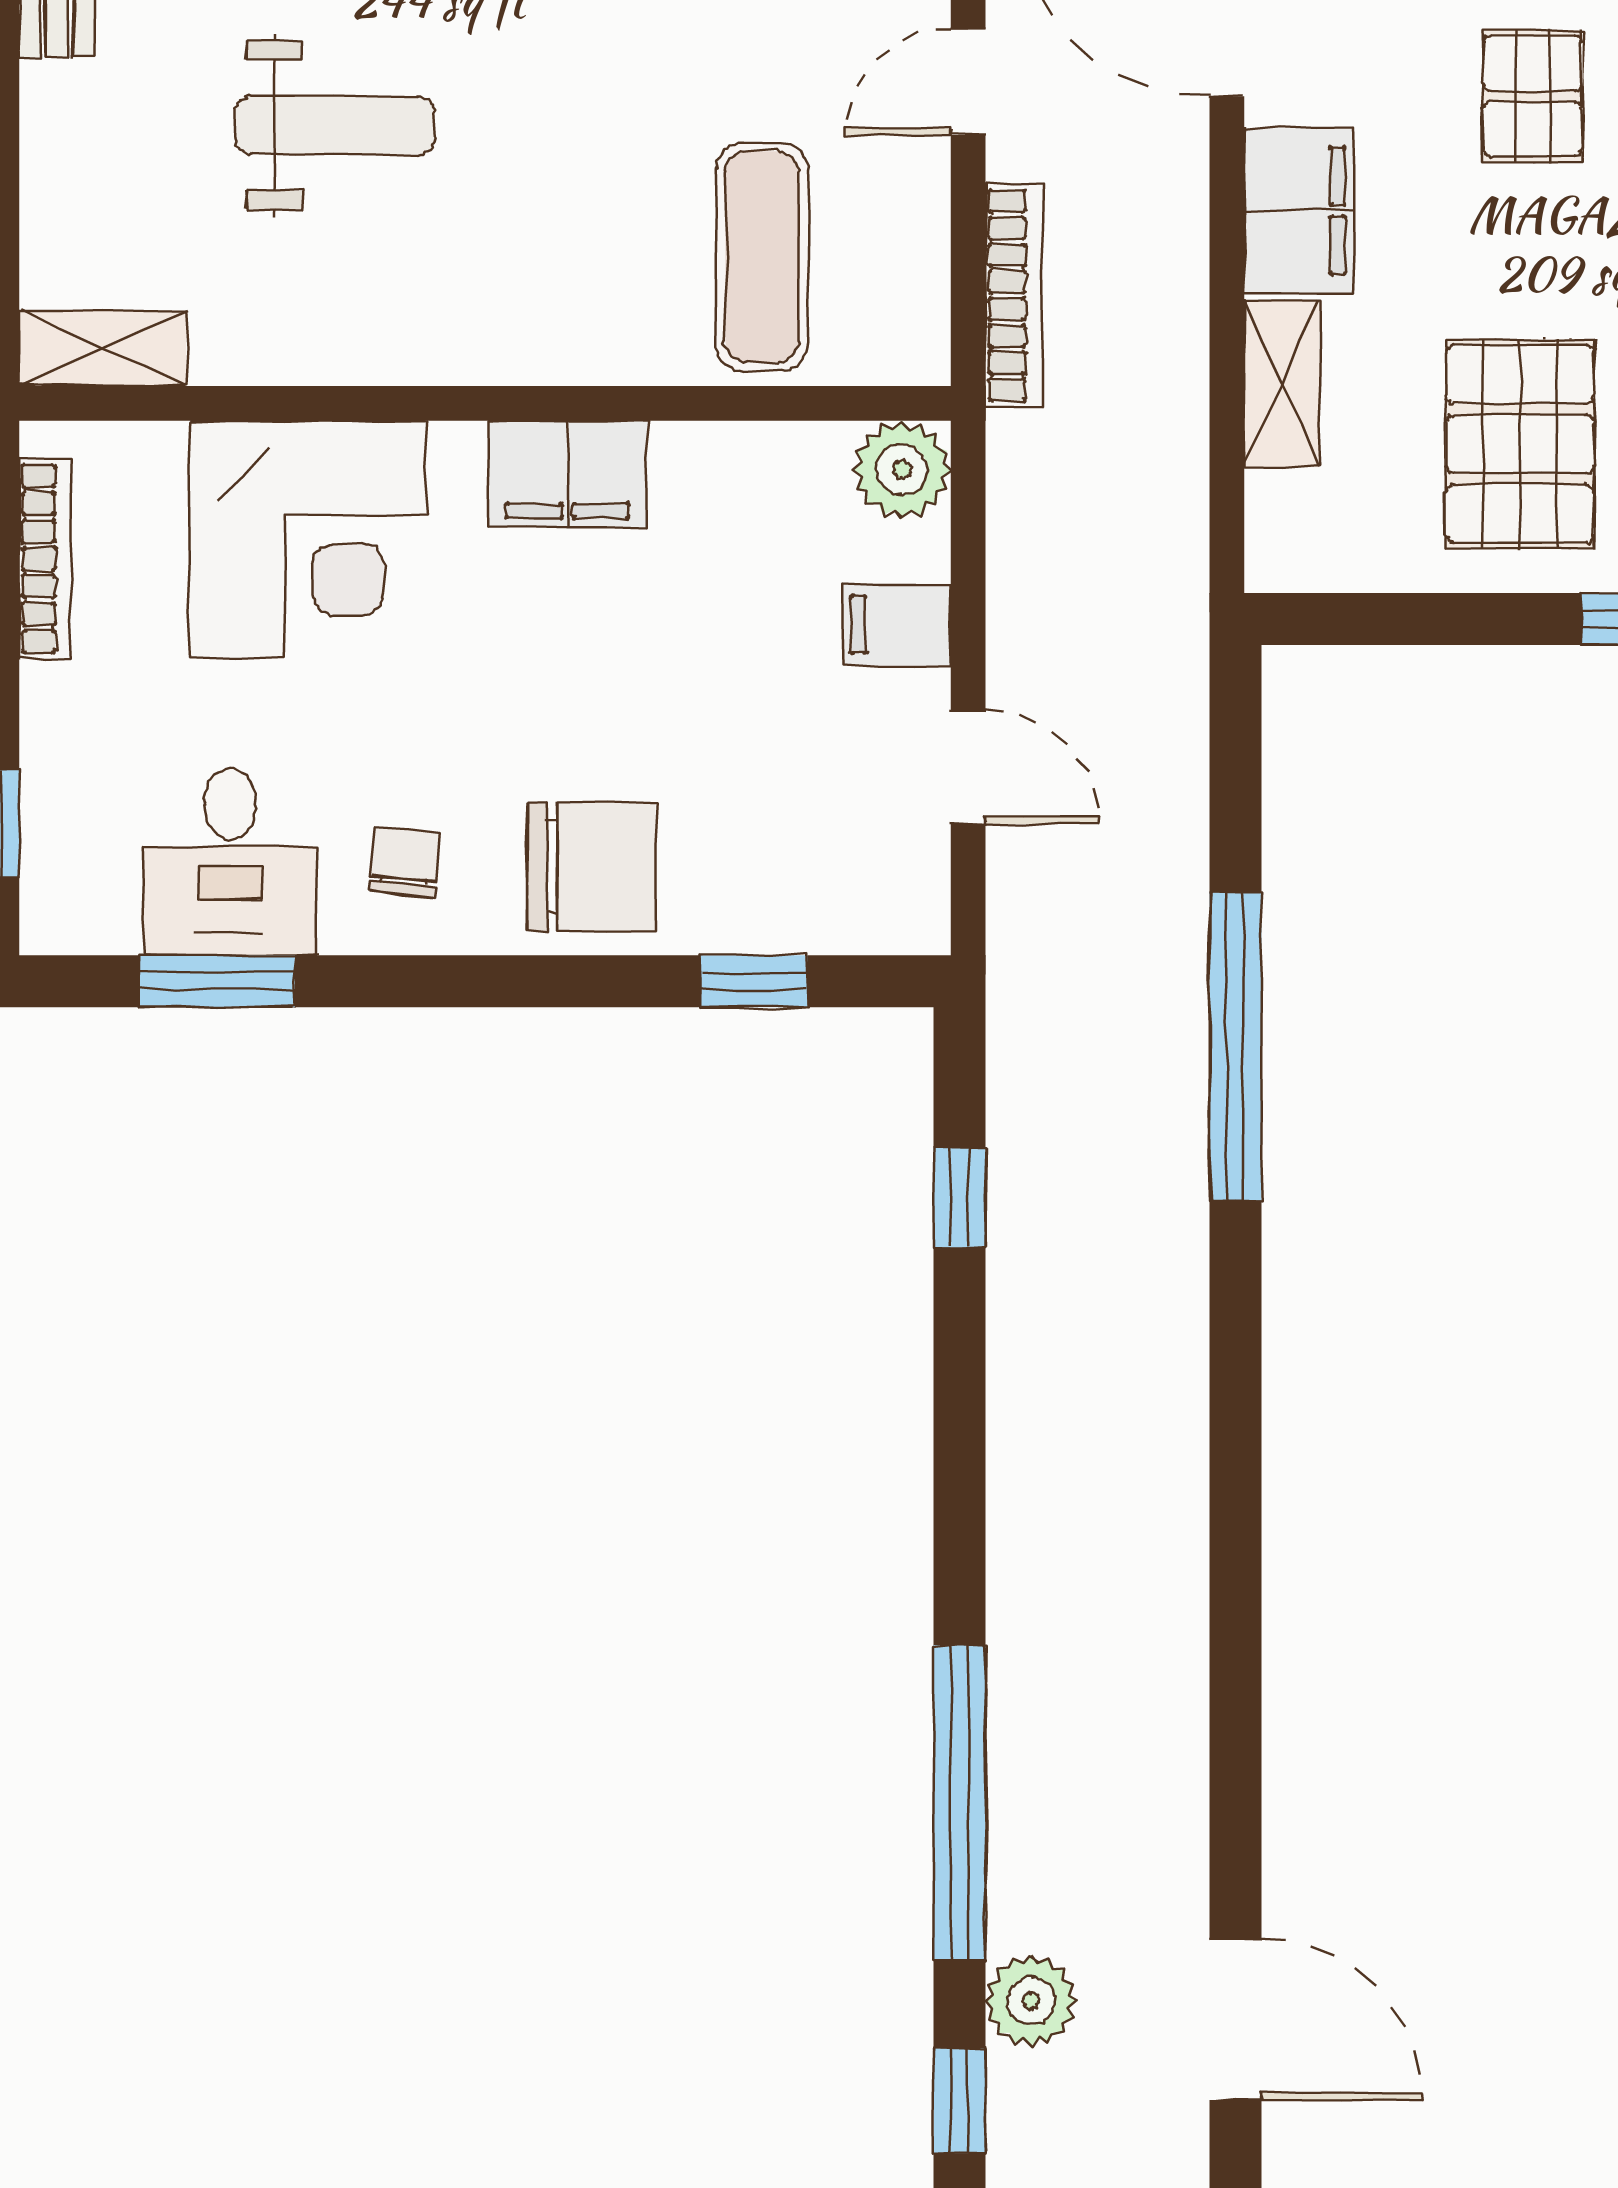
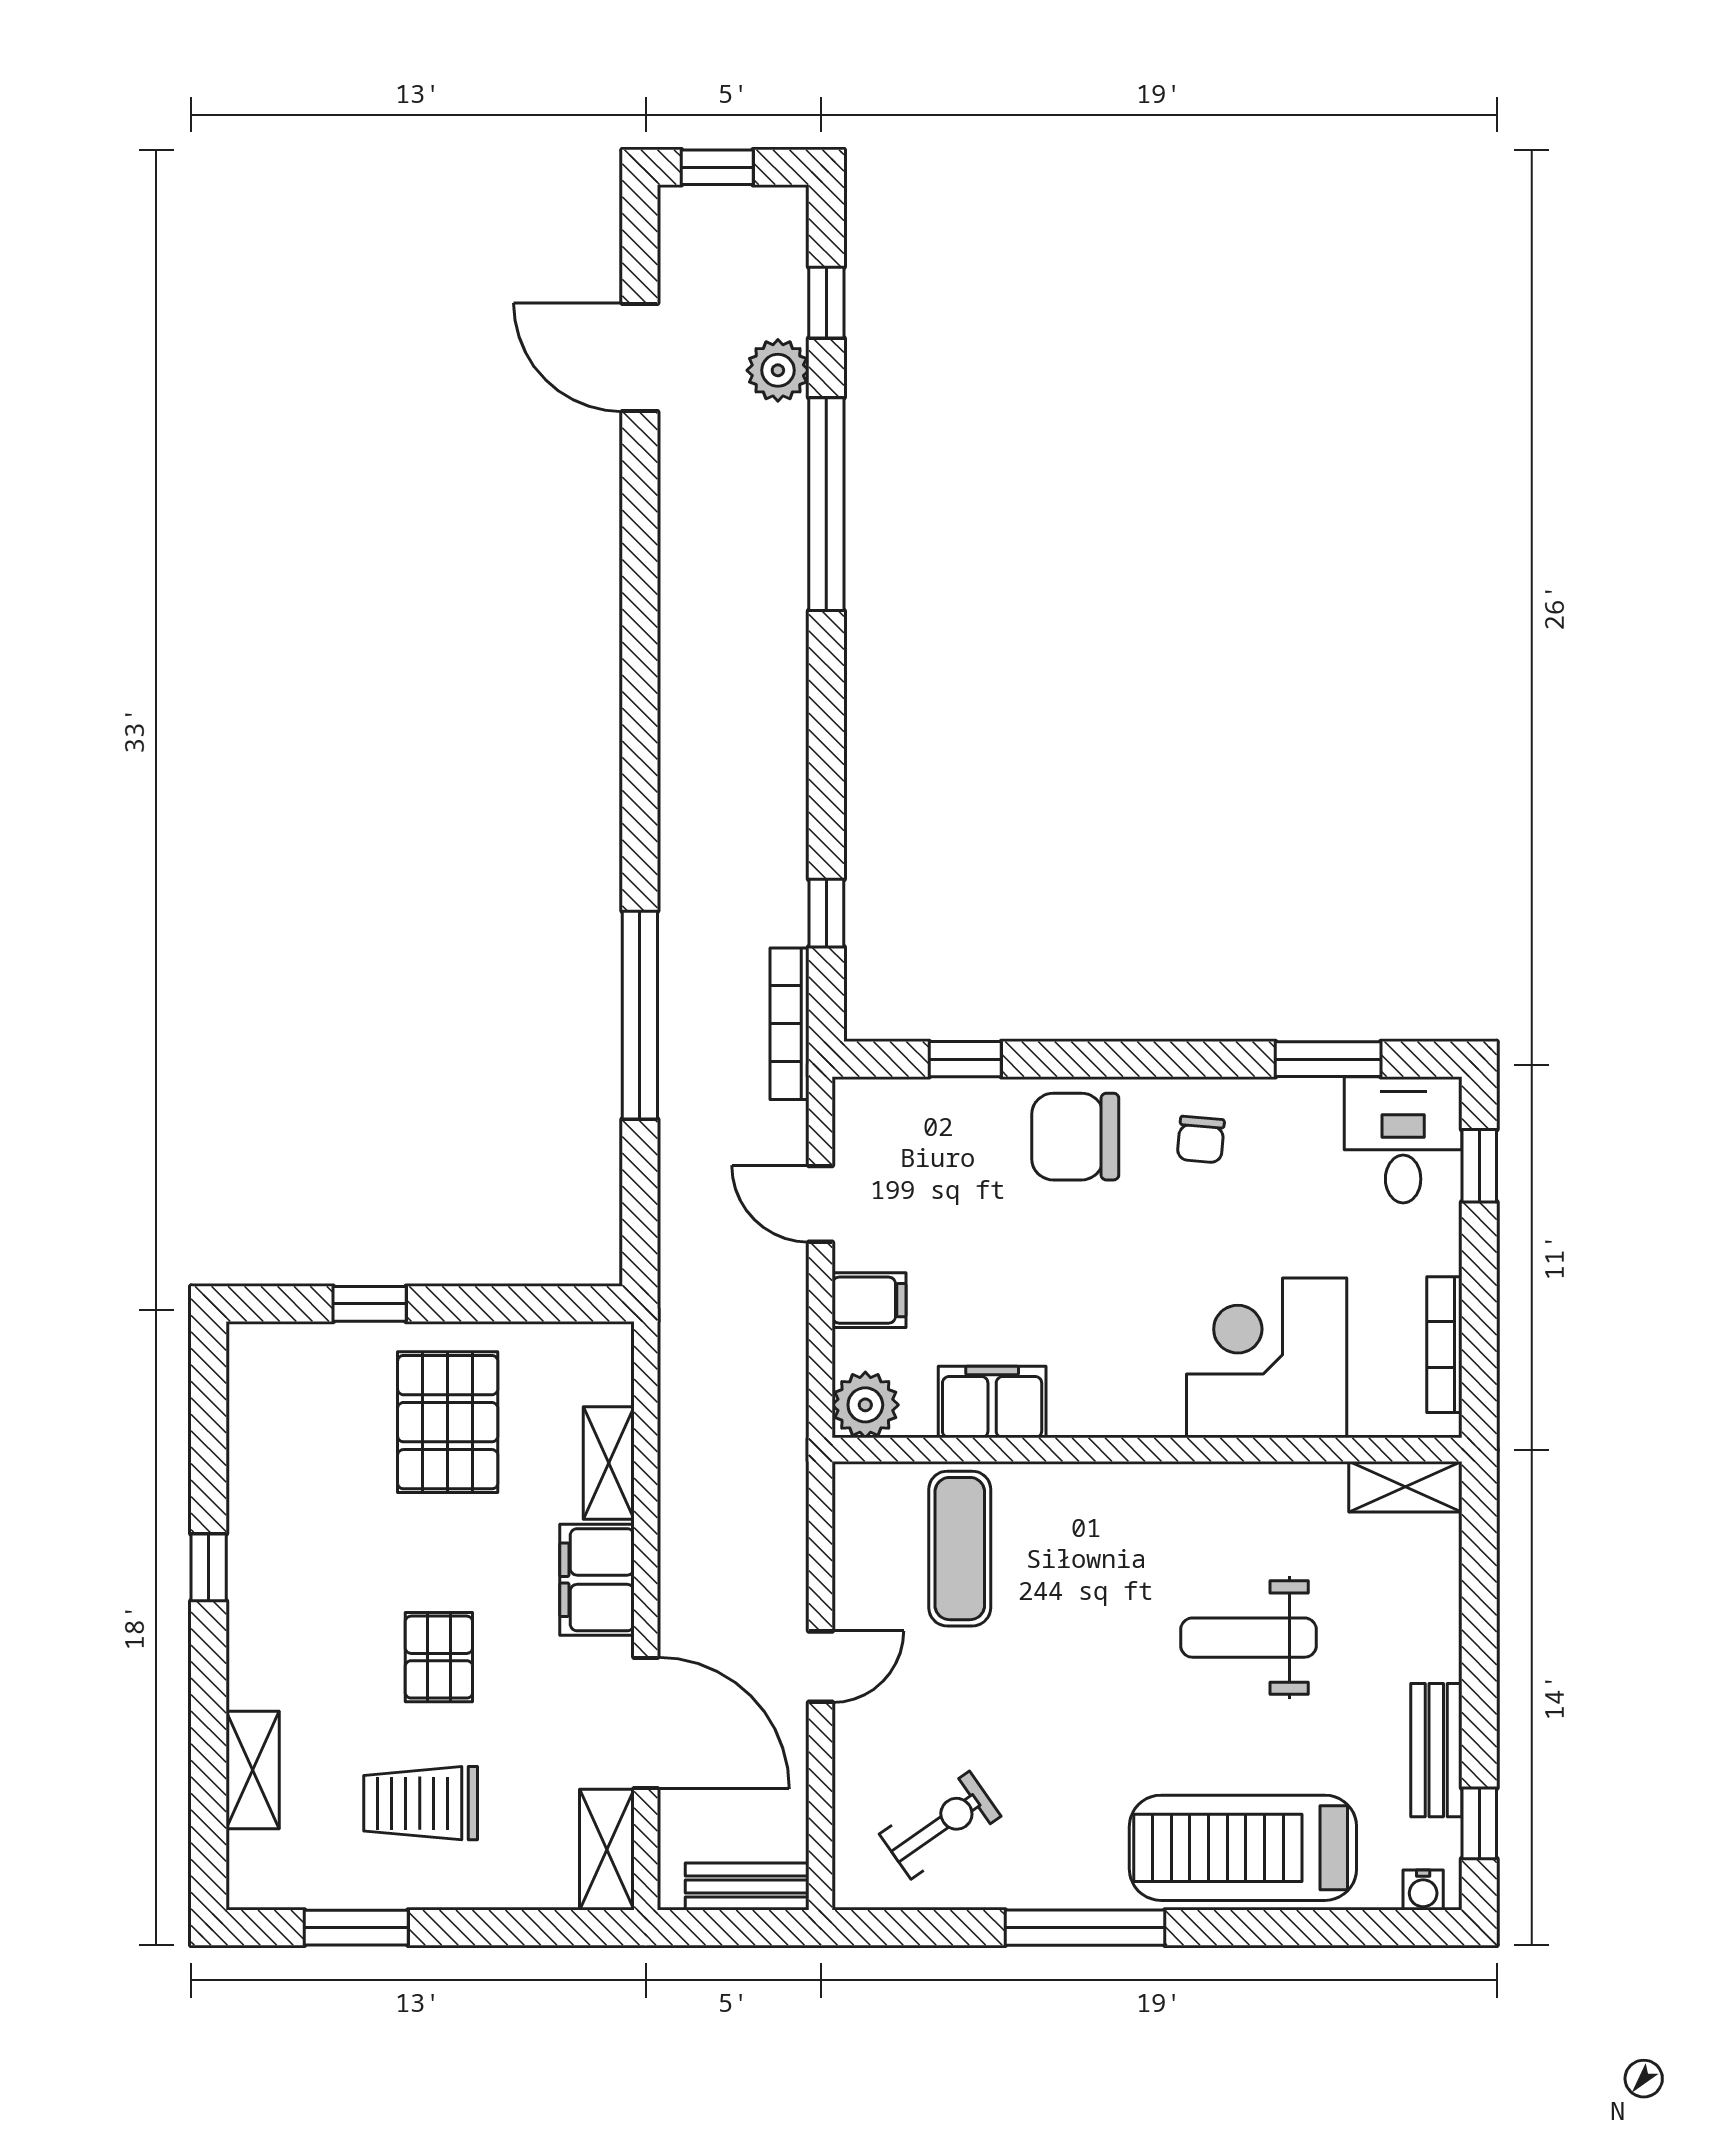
bookcase: (1014, 296) -> (789, 1024), moved
filing cabinet: (567, 474) -> (992, 1402), moved
desk: (230, 862) -> (1403, 1140), moved

